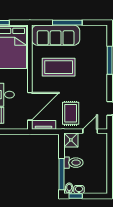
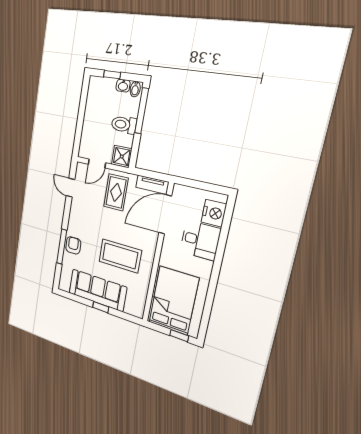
window: (67, 23) -> (101, 307), width x0.46
sofa: (56, 35) -> (97, 290), moved
armchair: (100, 64) -> (73, 245), added
window: (76, 196) -> (112, 75), moved

